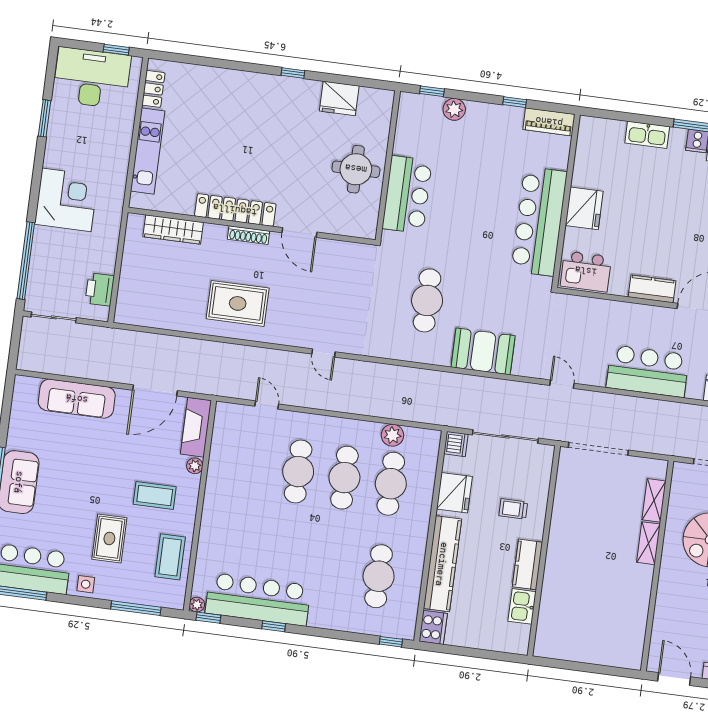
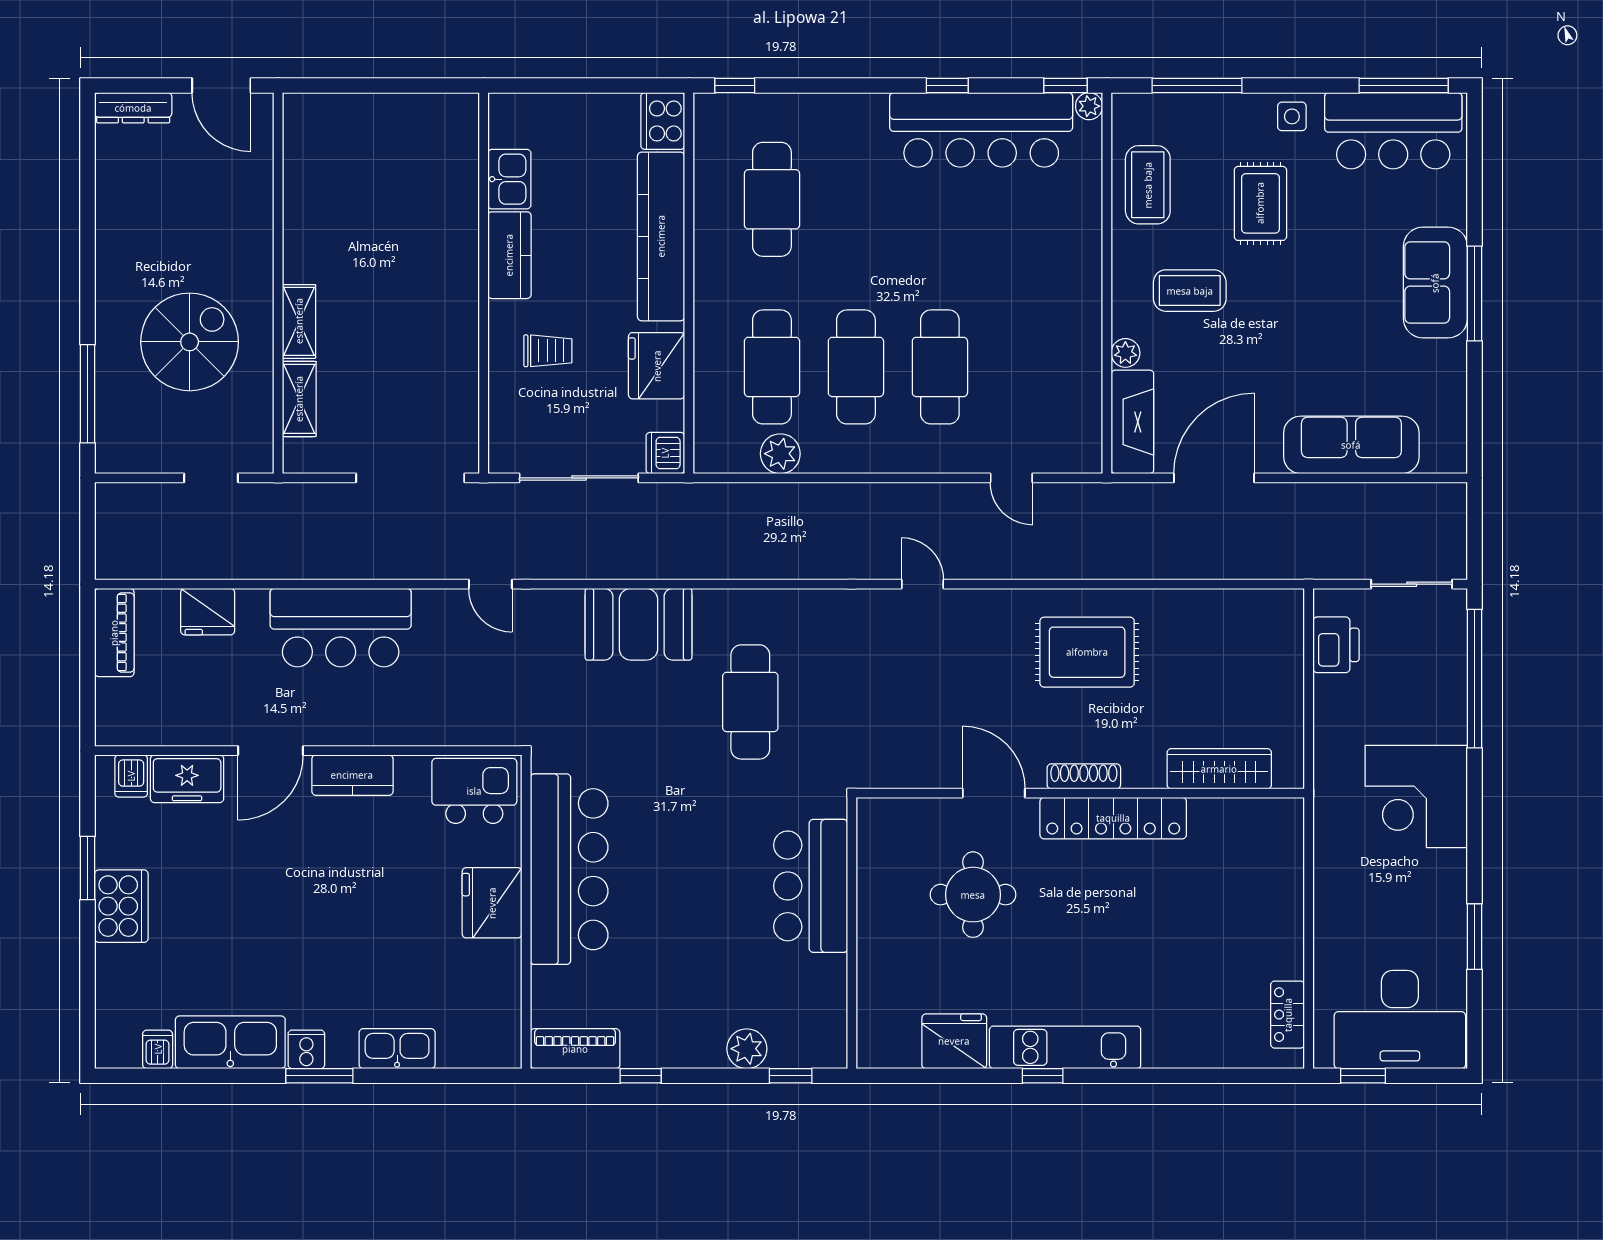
kitchen unit: (148, 151) -> (1065, 1047), moved, turned 90
round table: (356, 169) -> (973, 895), moved

